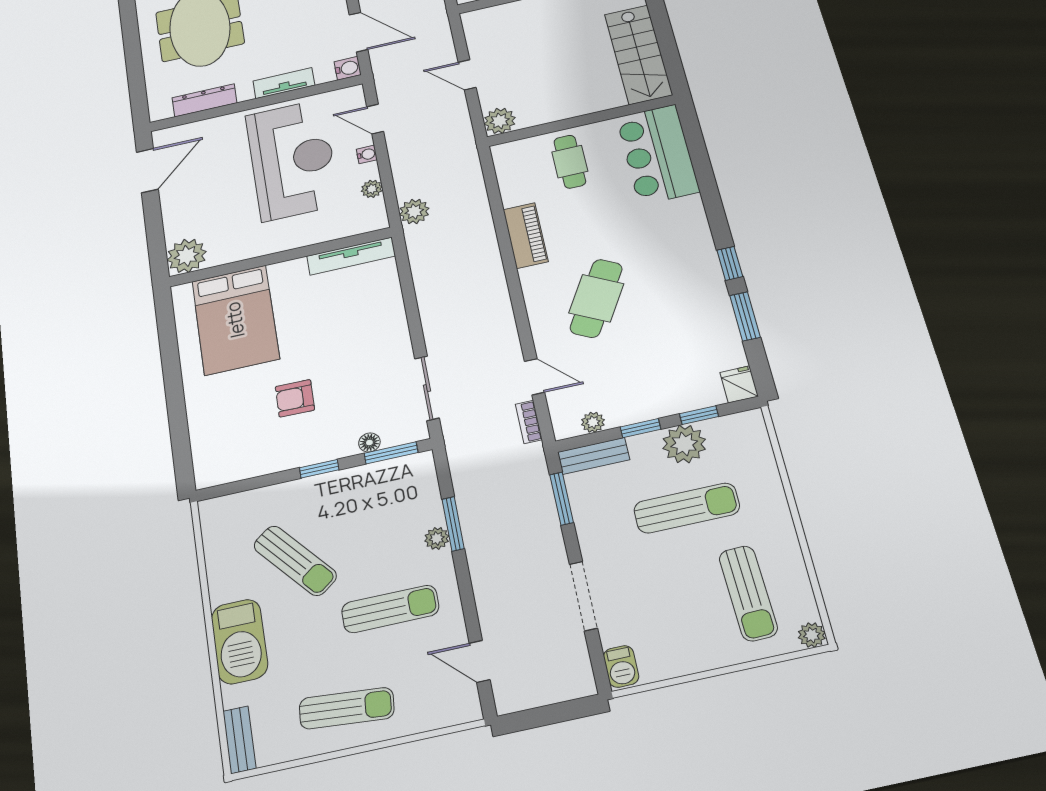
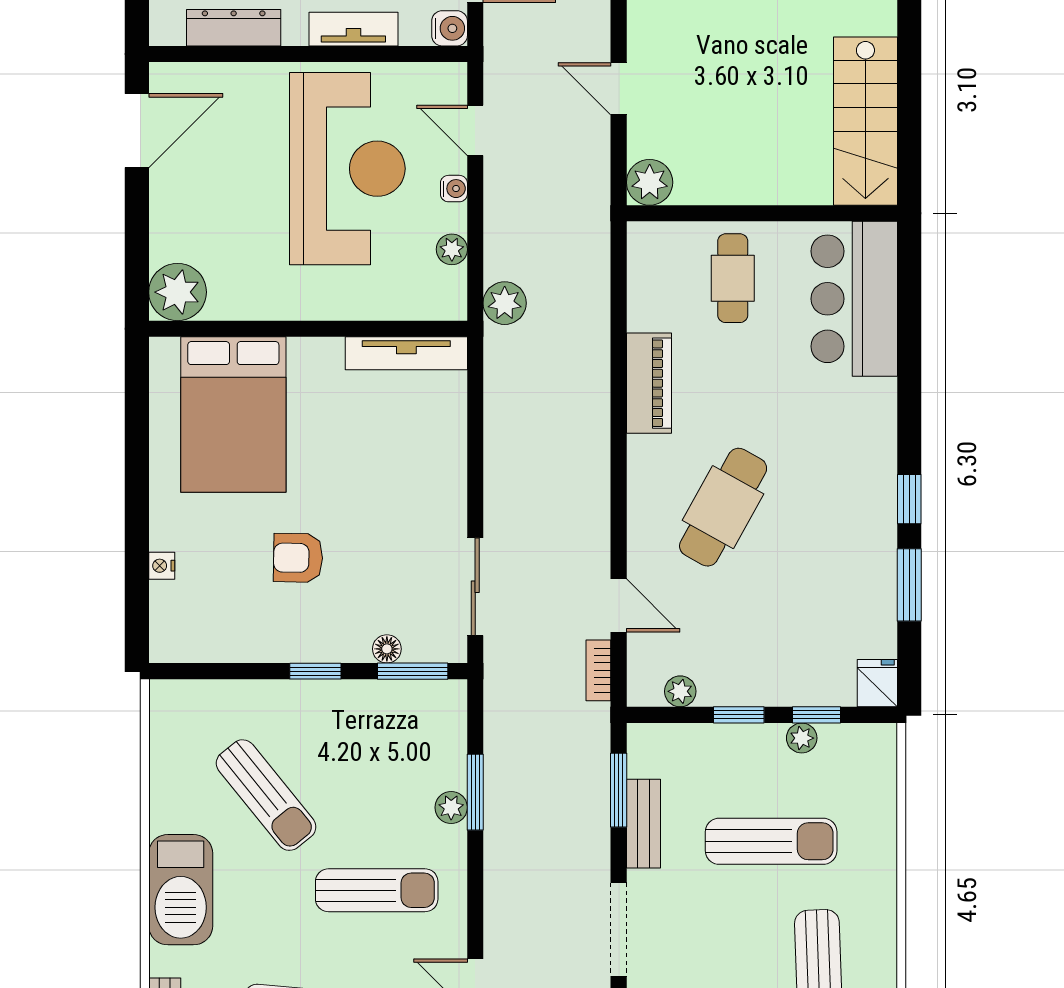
nightstand: (197, 425) -> (162, 566), added
plant: (684, 444) -> (802, 738), width x0.53, depth x0.53
bench: (594, 456) -> (644, 824), moved, turned 90

